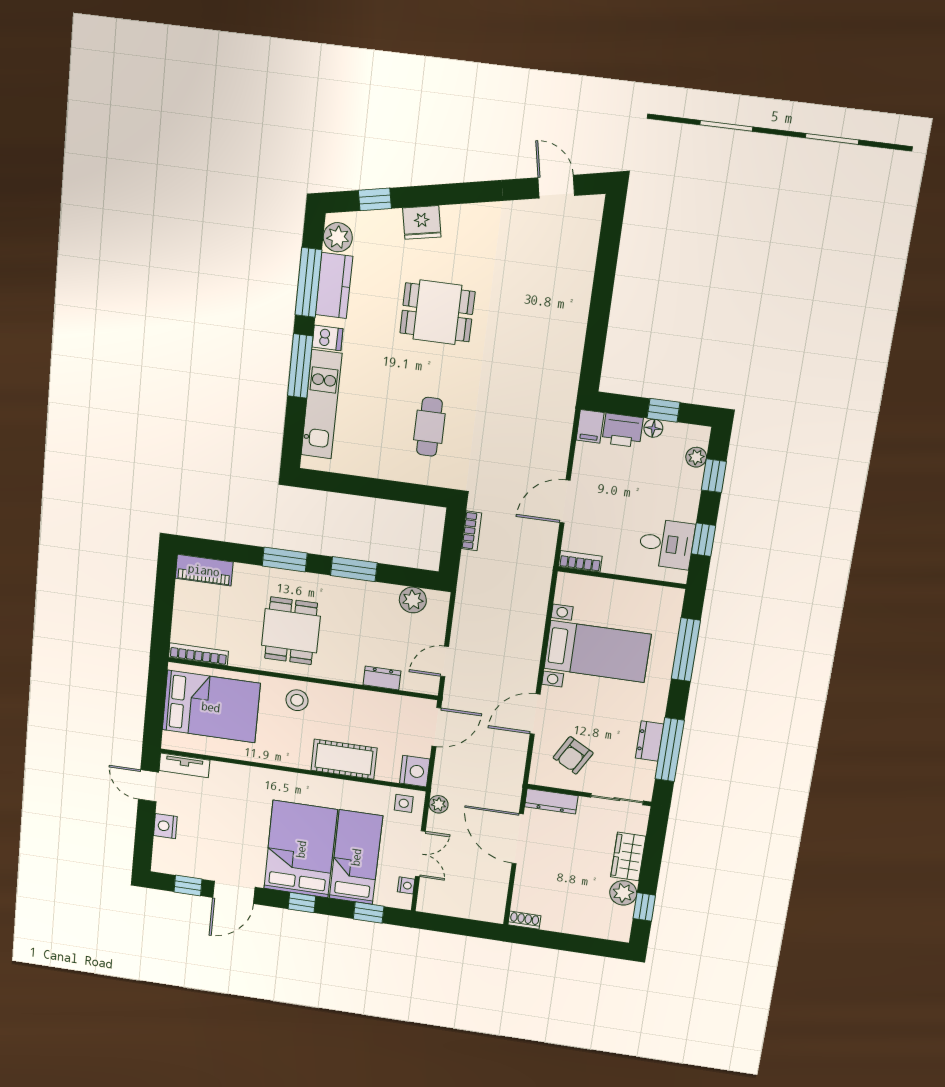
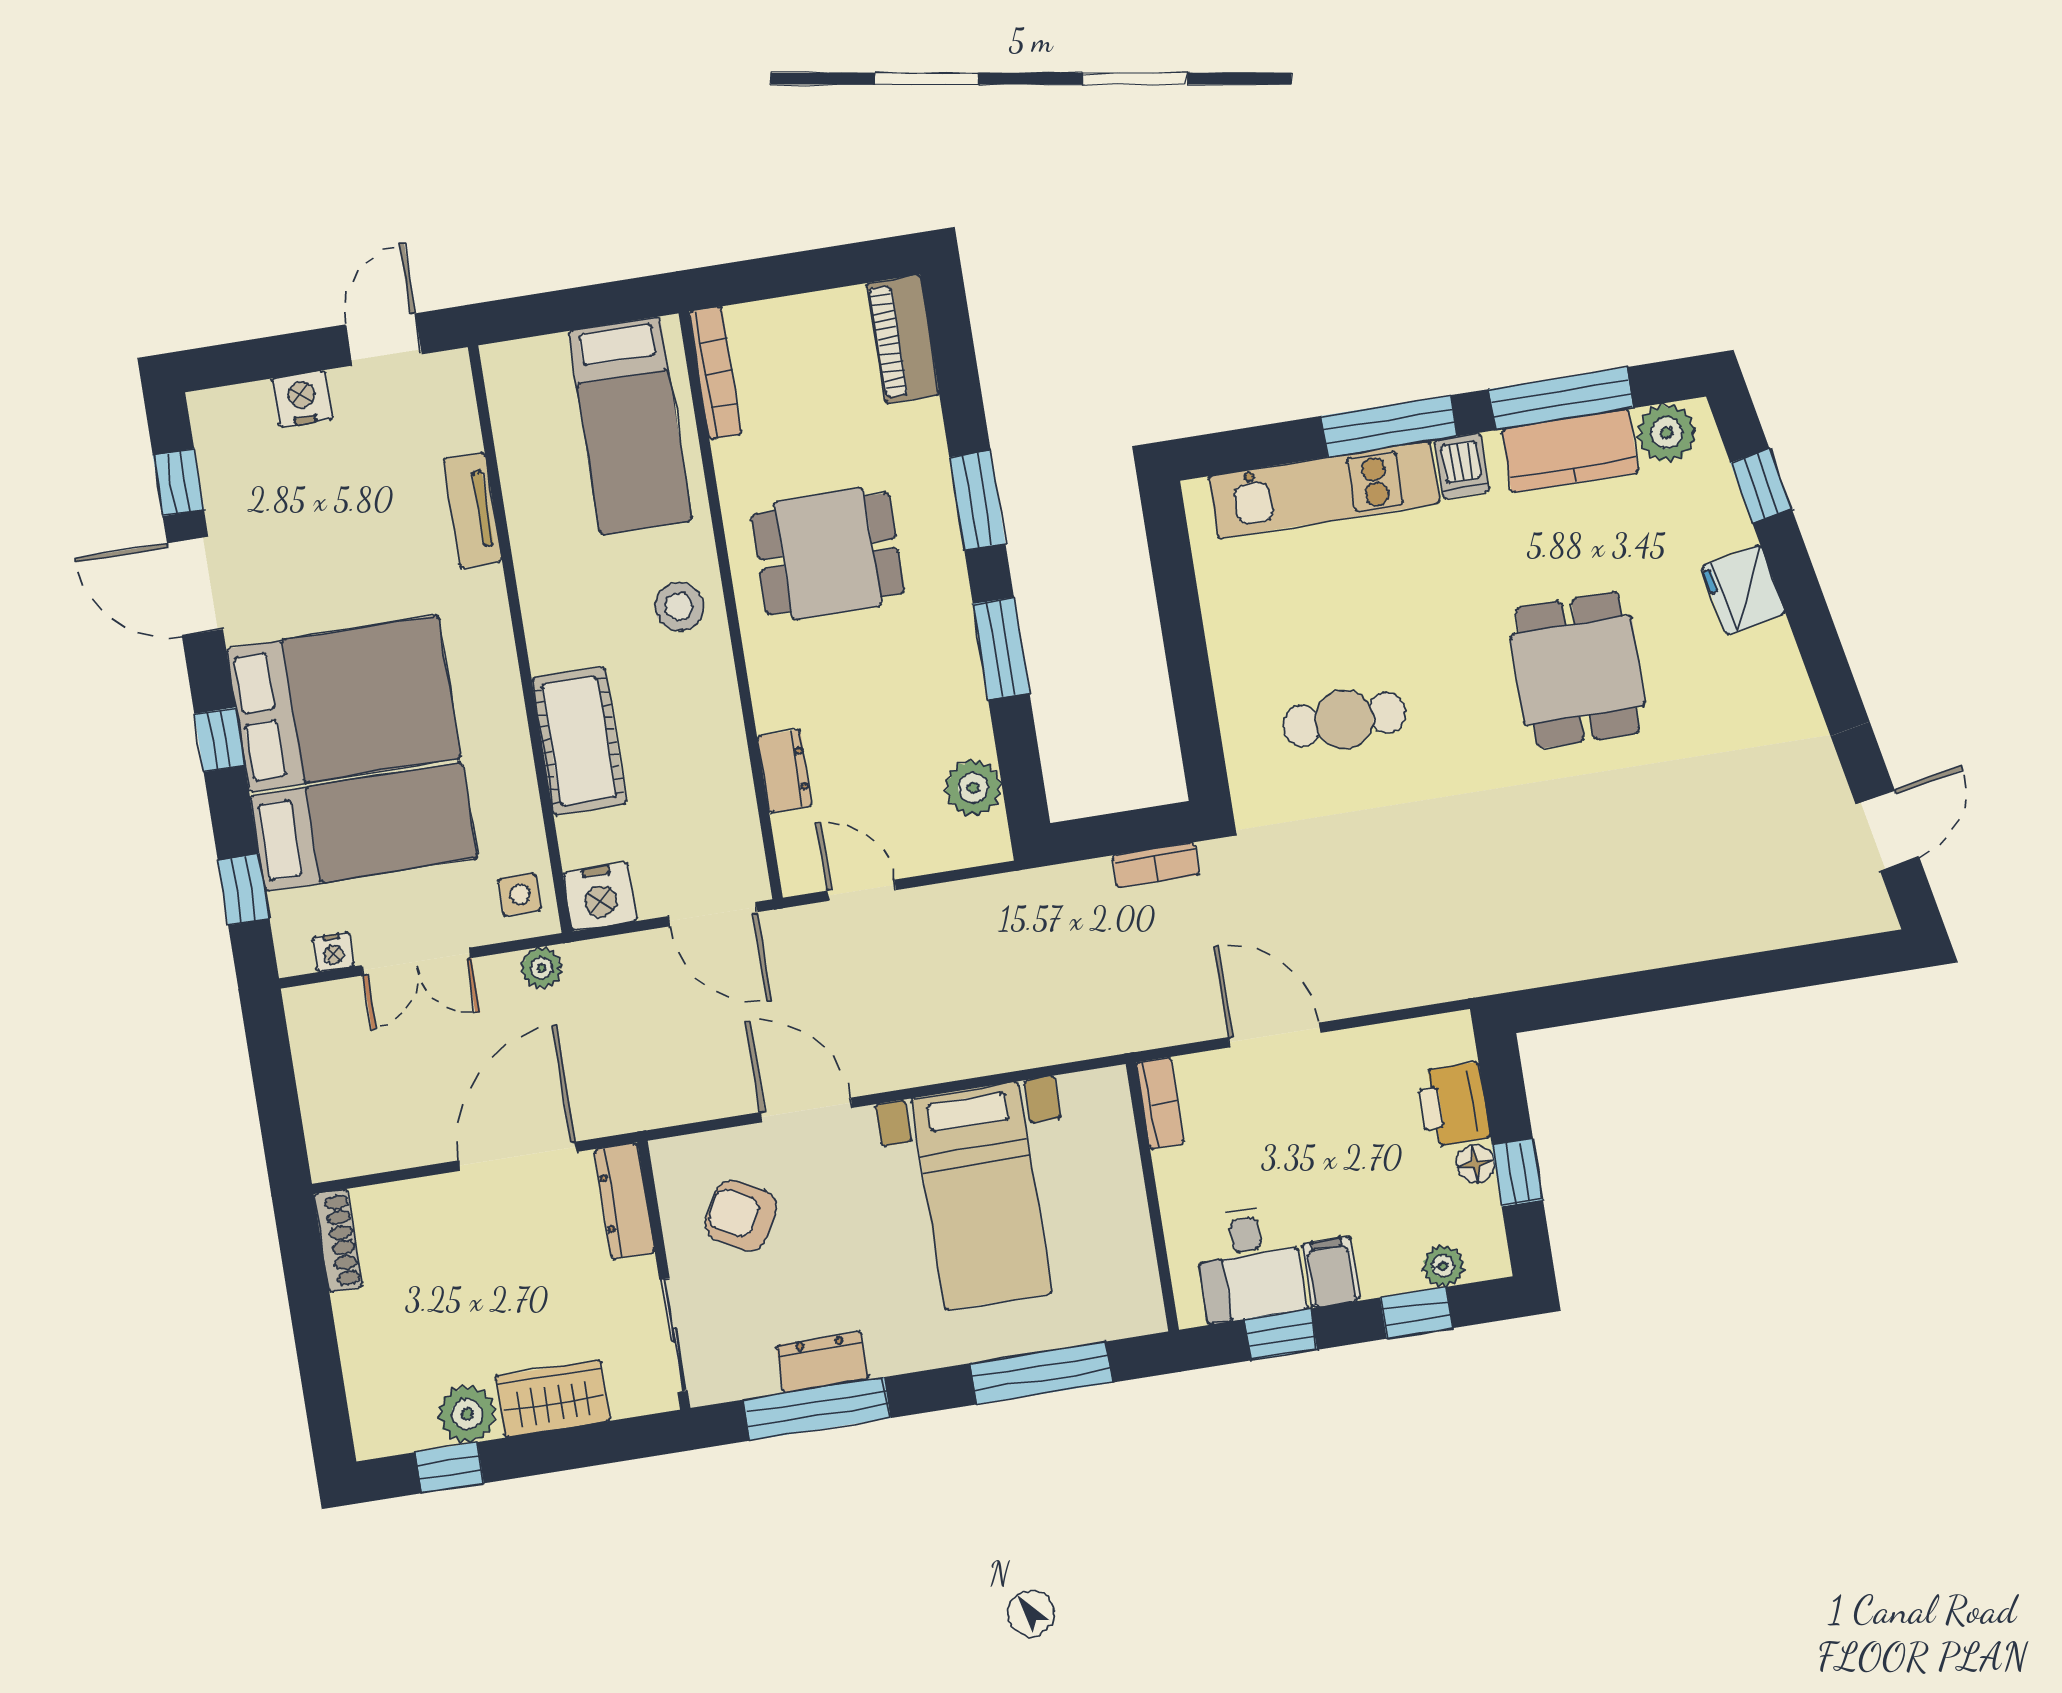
filing cabinet: (590, 426) -> (1331, 1272), moved, turned 90
bed: (211, 707) -> (630, 426), width x0.67
tv unit: (184, 765) -> (472, 510), moved
shoe rack: (524, 920) -> (338, 1241), width x1.43

